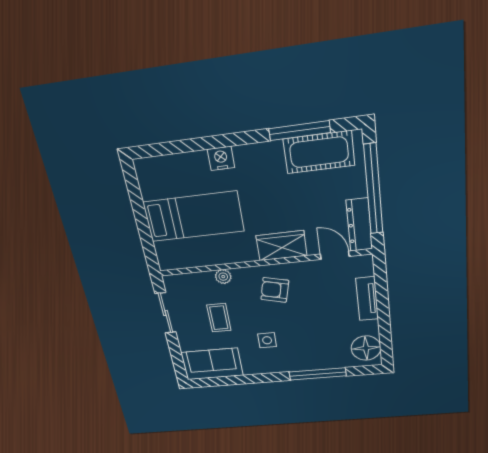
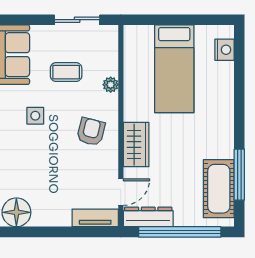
nightstand: (221, 158) -> (224, 50), moved
tv unit: (367, 299) -> (95, 218), moved

